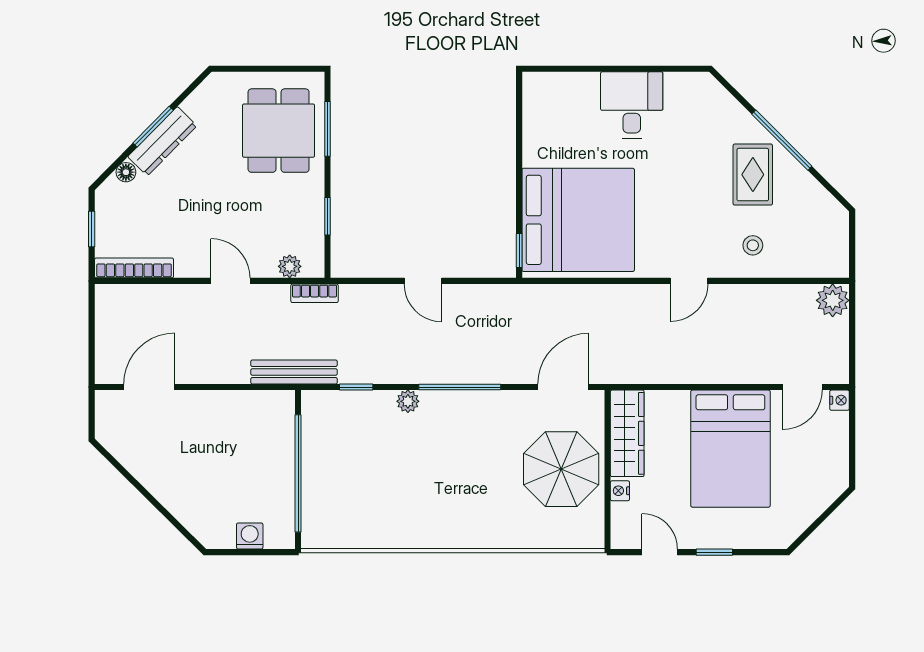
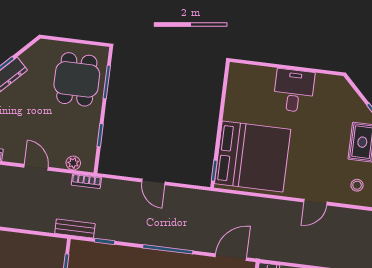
bench: (294, 372) -> (75, 228), width x0.73
plant: (408, 401) -> (135, 254), removed

